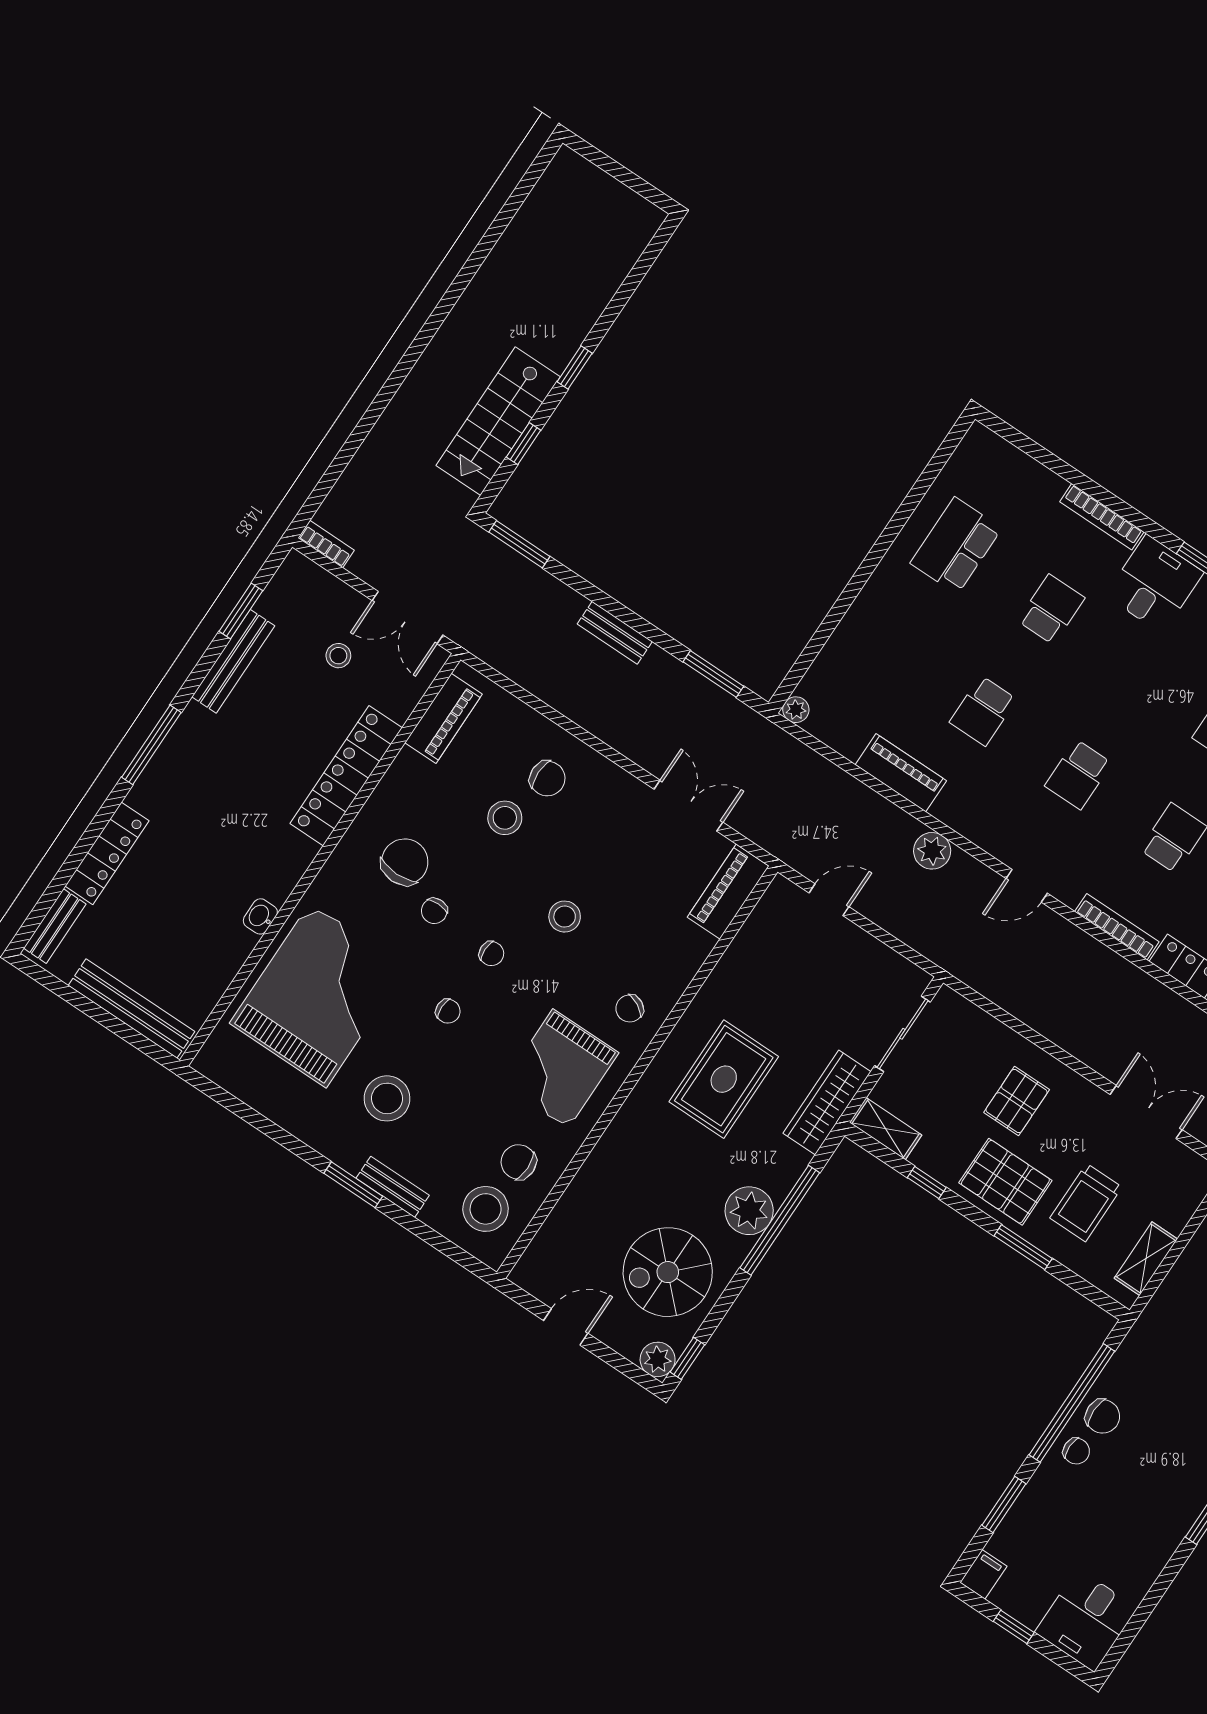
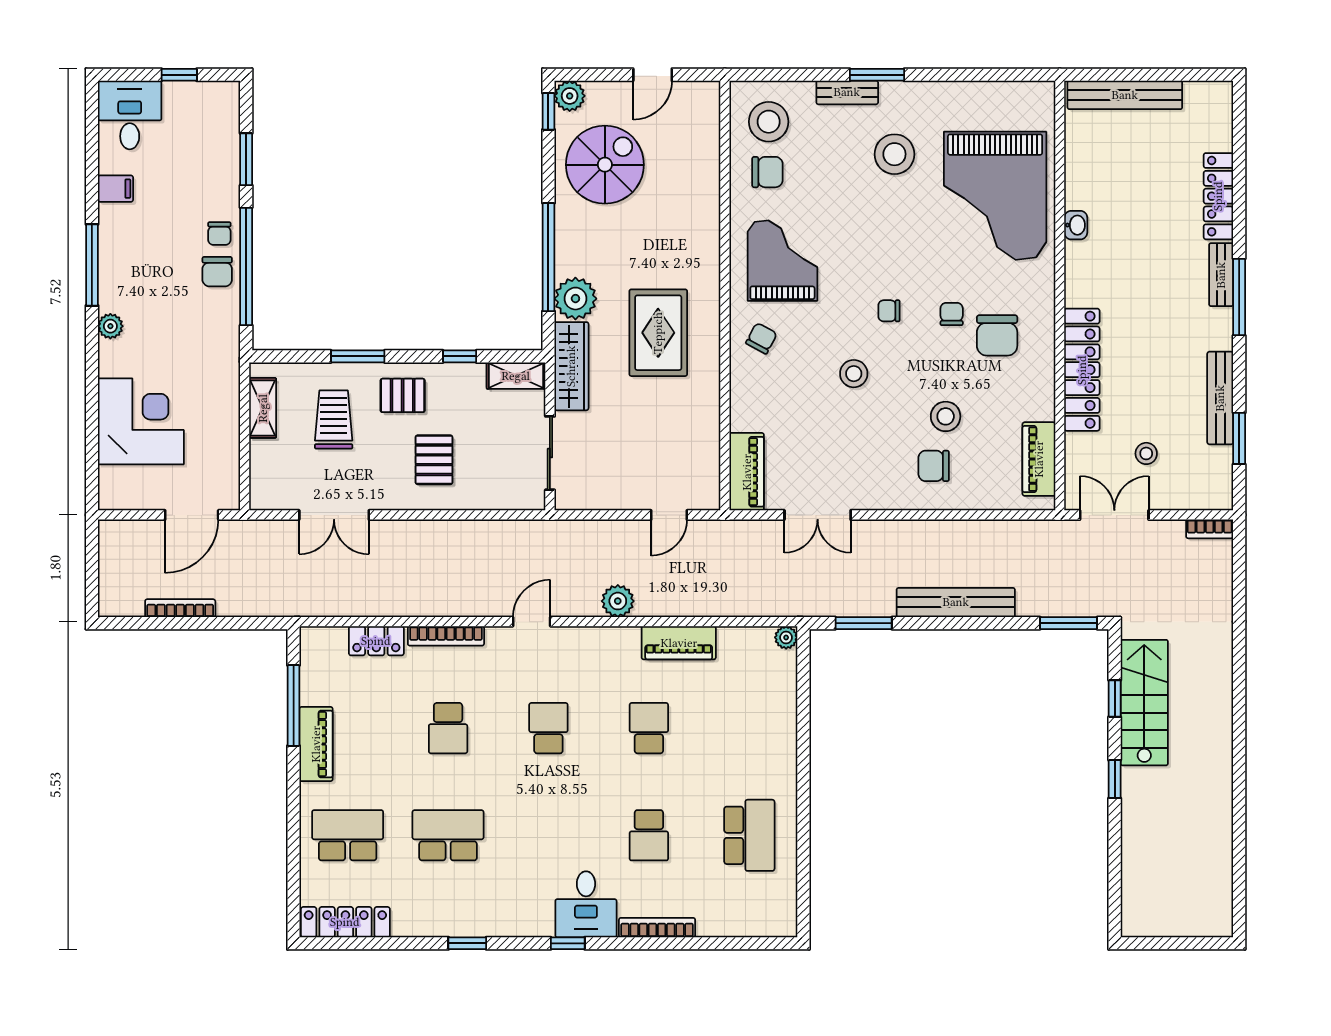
bench: (615, 633) -> (956, 602), width x1.86, depth x1.21
bench: (55, 926) -> (1221, 275), moved
chair: (448, 1011) -> (893, 248), removed
pallet: (1005, 1182) -> (403, 395), width x0.67, depth x0.71
plant: (749, 1211) -> (575, 299), moved
chair: (1103, 1416) -> (217, 272), turned -90
chair: (1076, 1451) -> (219, 234), turned -90
filing cabinet: (983, 1574) -> (115, 189), moved, turned -90

